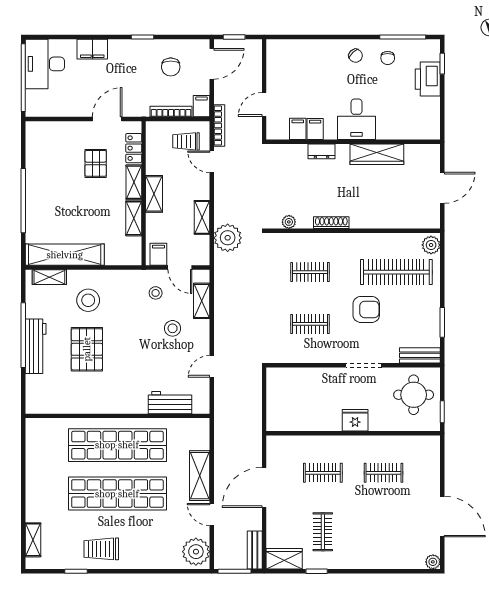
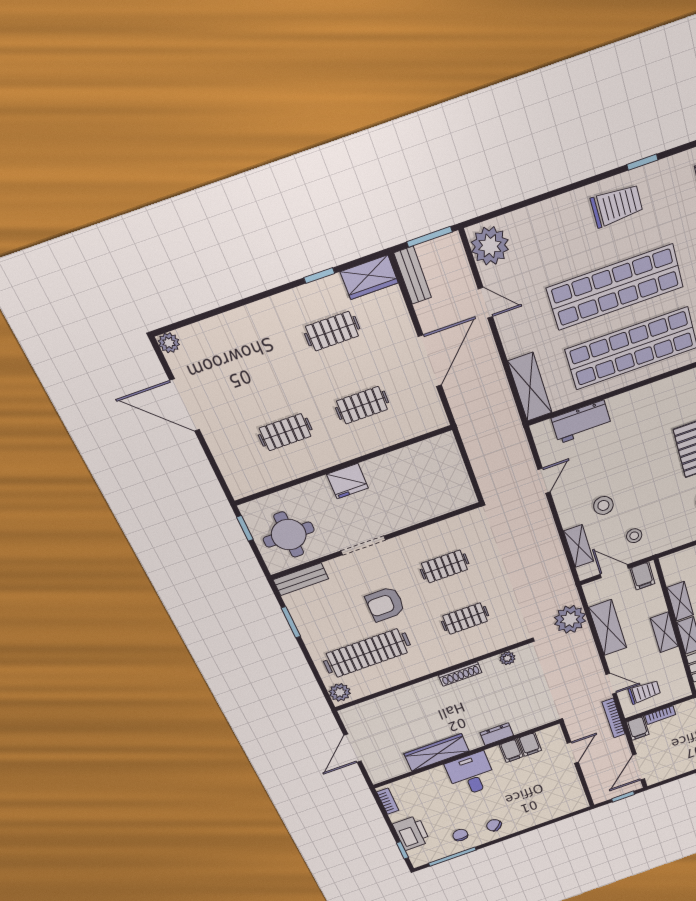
chair: (171, 67) -> (680, 750), removed
bookcase: (171, 112) -> (660, 715), width x0.64
bookcase: (435, 122) -> (388, 801), added
shelving: (202, 217) -> (608, 628), width x1.50, depth x1.33
shelving: (200, 476) -> (530, 387), moved
clothes rail: (323, 532) -> (332, 331), turned 90

